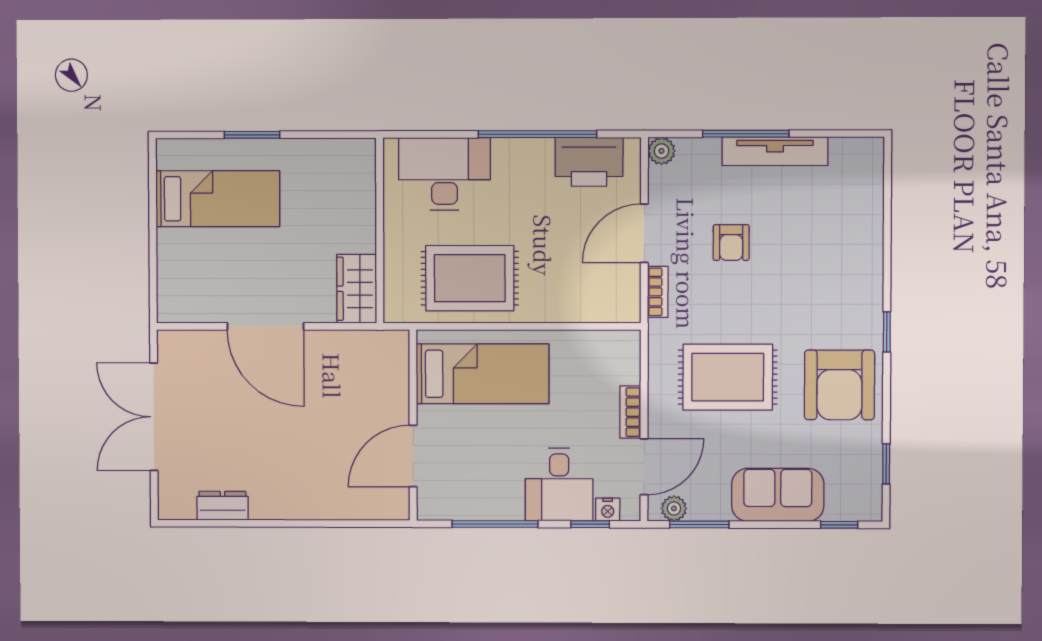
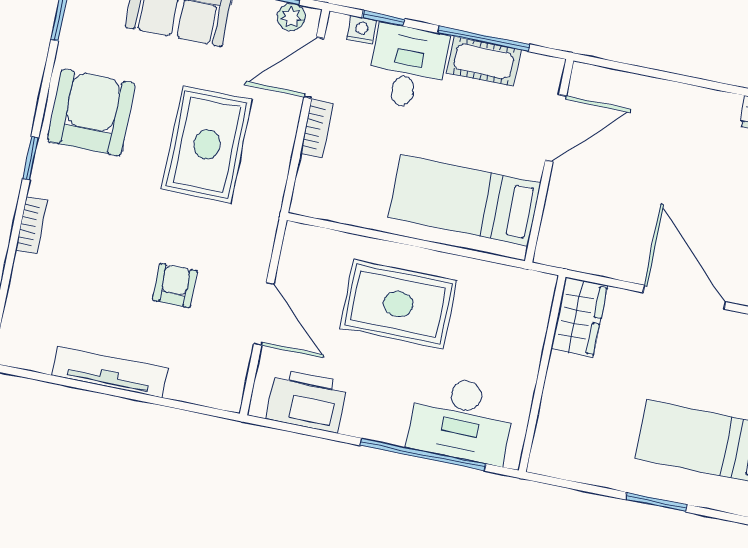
window: (537, 134) -> (423, 455), moved
window: (746, 134) -> (137, 396), removed
plant: (661, 151) -> (228, 396), removed
door: (644, 233) -> (264, 314), hinge flipped
rug: (470, 278) -> (398, 304), moved
bookcase: (658, 292) -> (32, 225), moved, turned 180
rug: (728, 377) -> (207, 144), turned 90
cot: (491, 503) -> (484, 61), added

